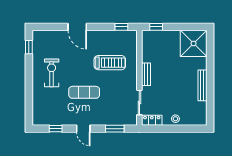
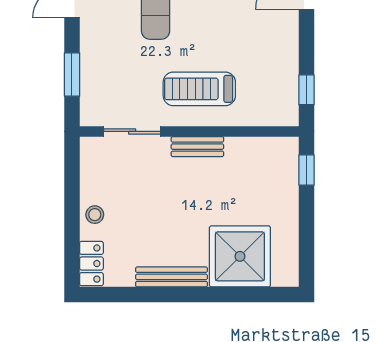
shower: (194, 43) -> (240, 256), moved
treadmill: (110, 63) -> (199, 89), moved, turned 90
locker: (152, 120) -> (91, 264), moved

